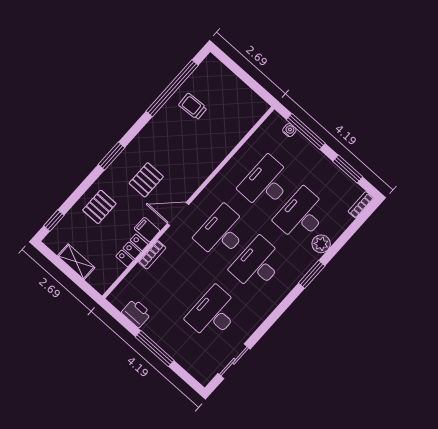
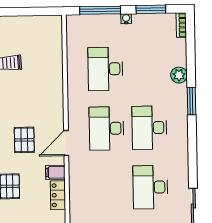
water cooler: (289, 130) -> (126, 19), moved
desk: (301, 215) -> (148, 68), removed
bookcase: (152, 255) -> (74, 186), removed

